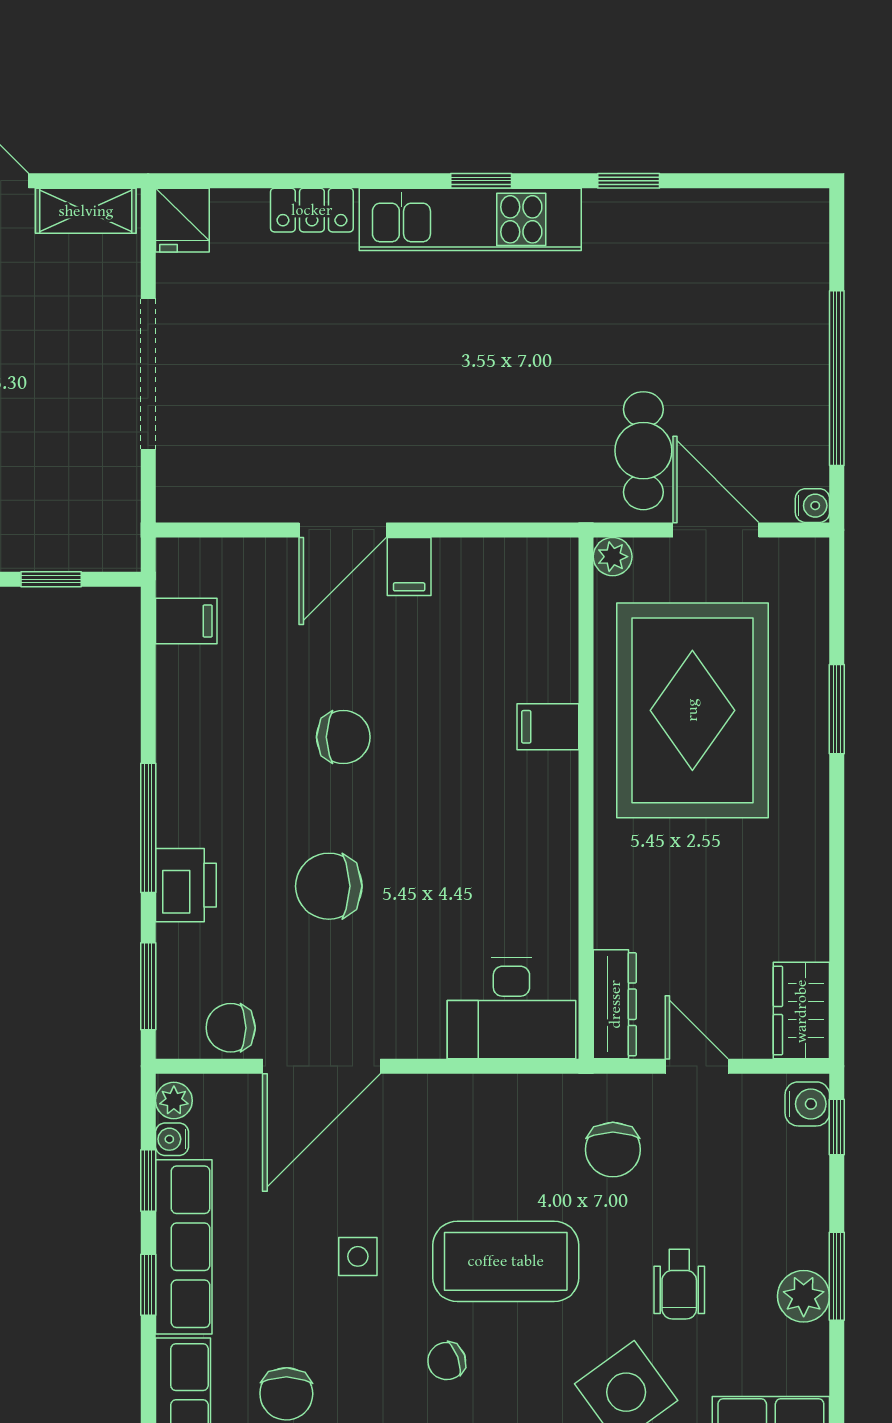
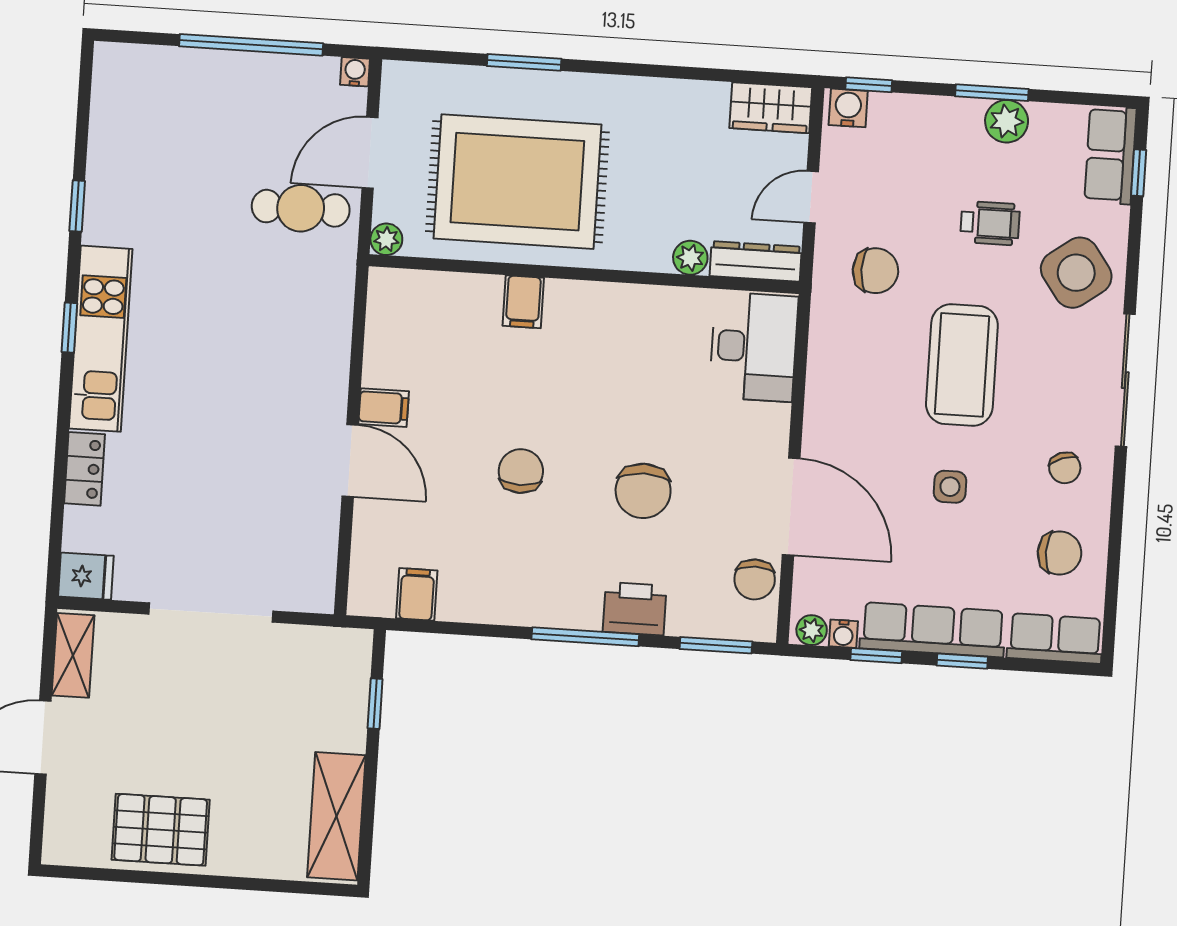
plant: (614, 925) -> (690, 258), added
chair: (447, 1361) -> (1065, 468), moved

